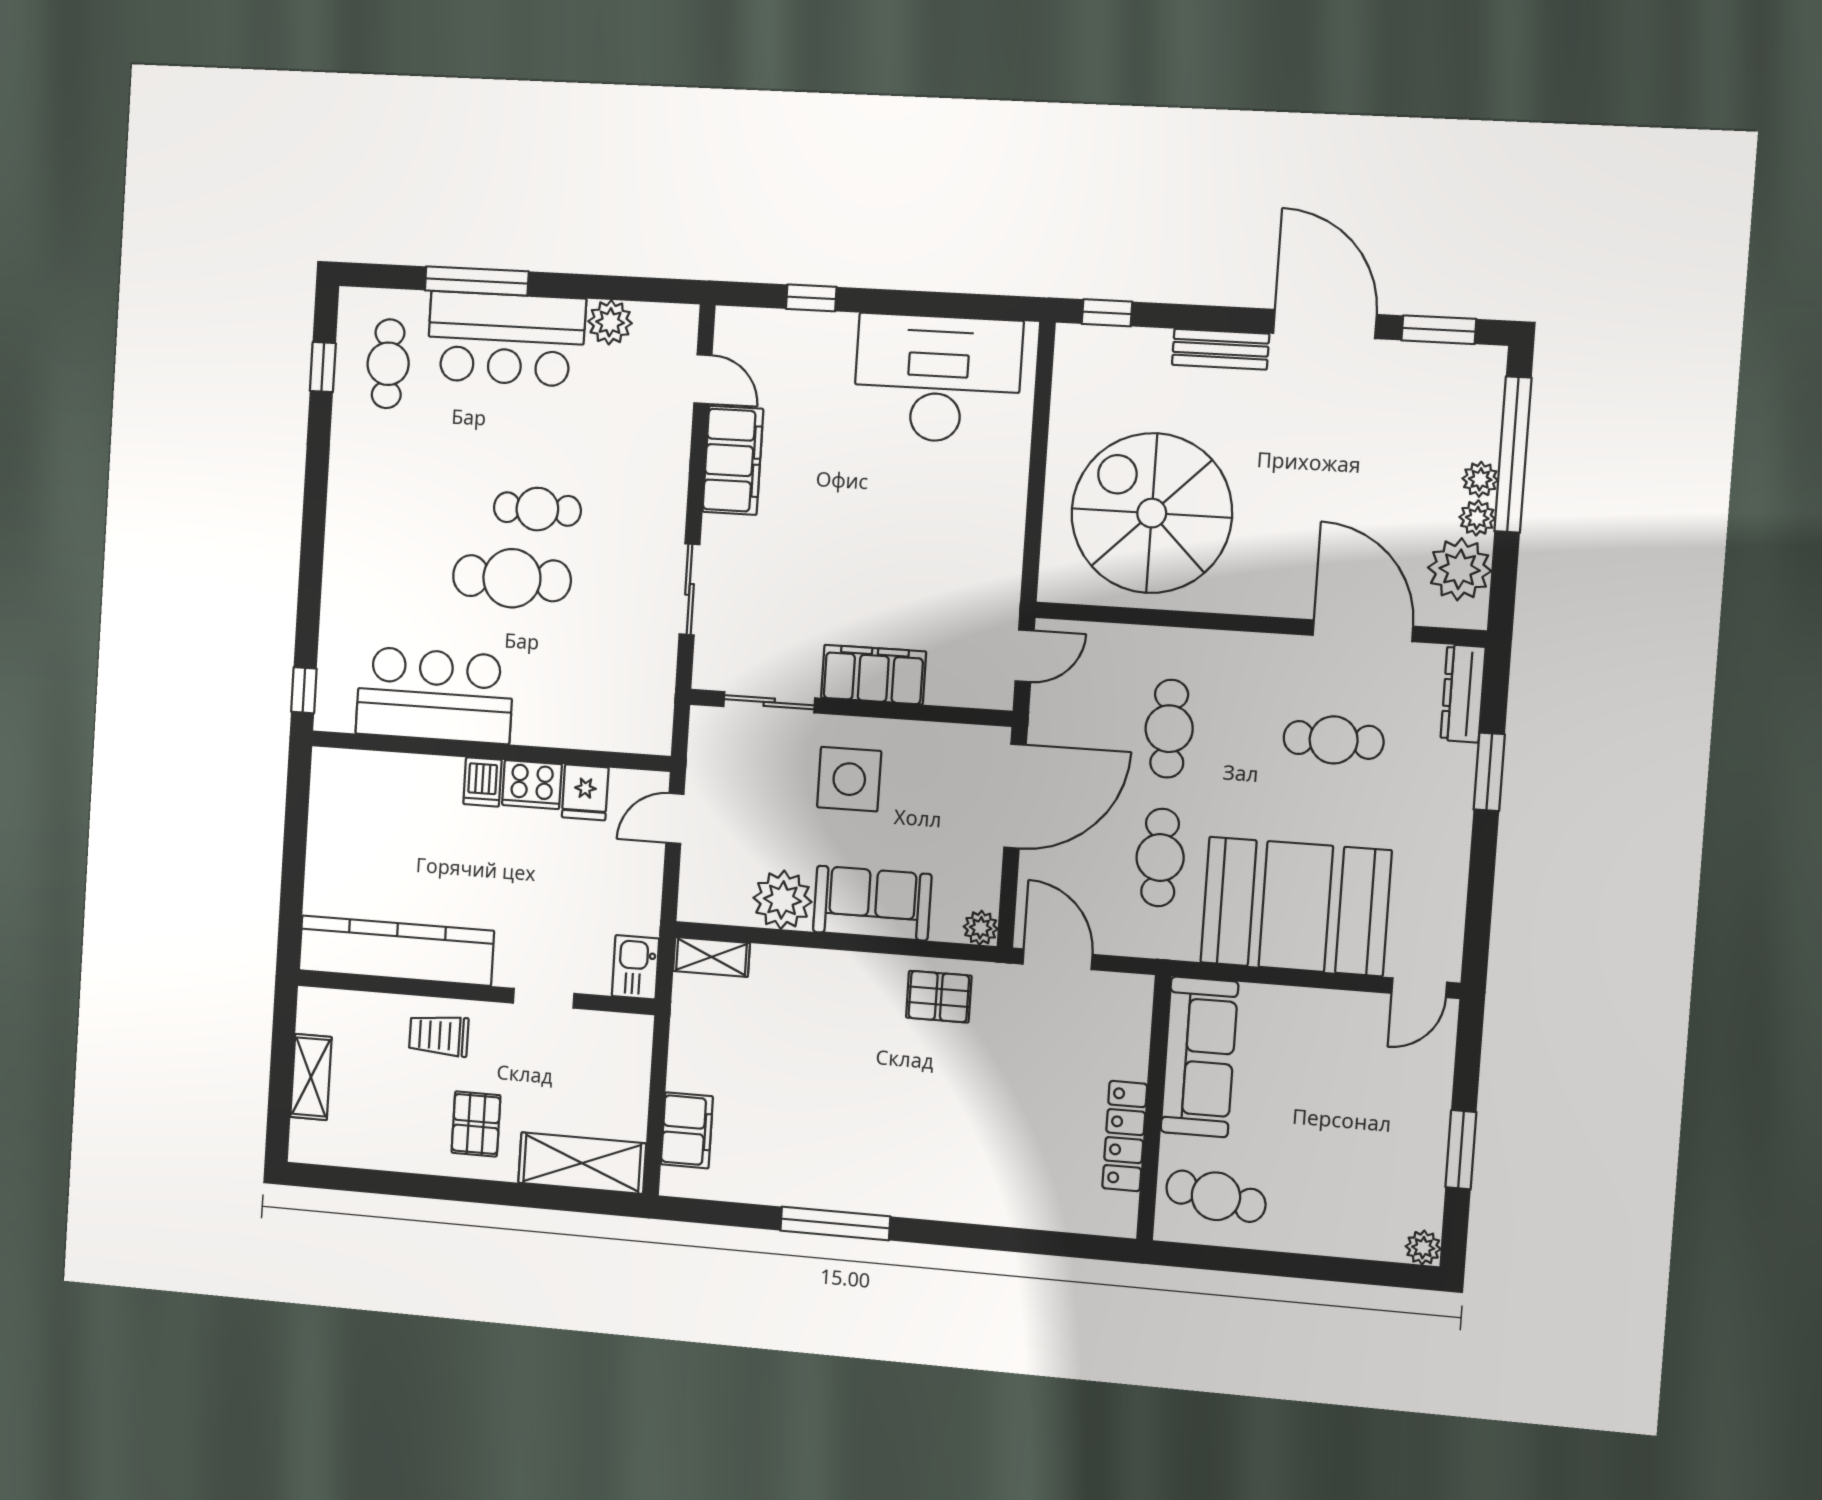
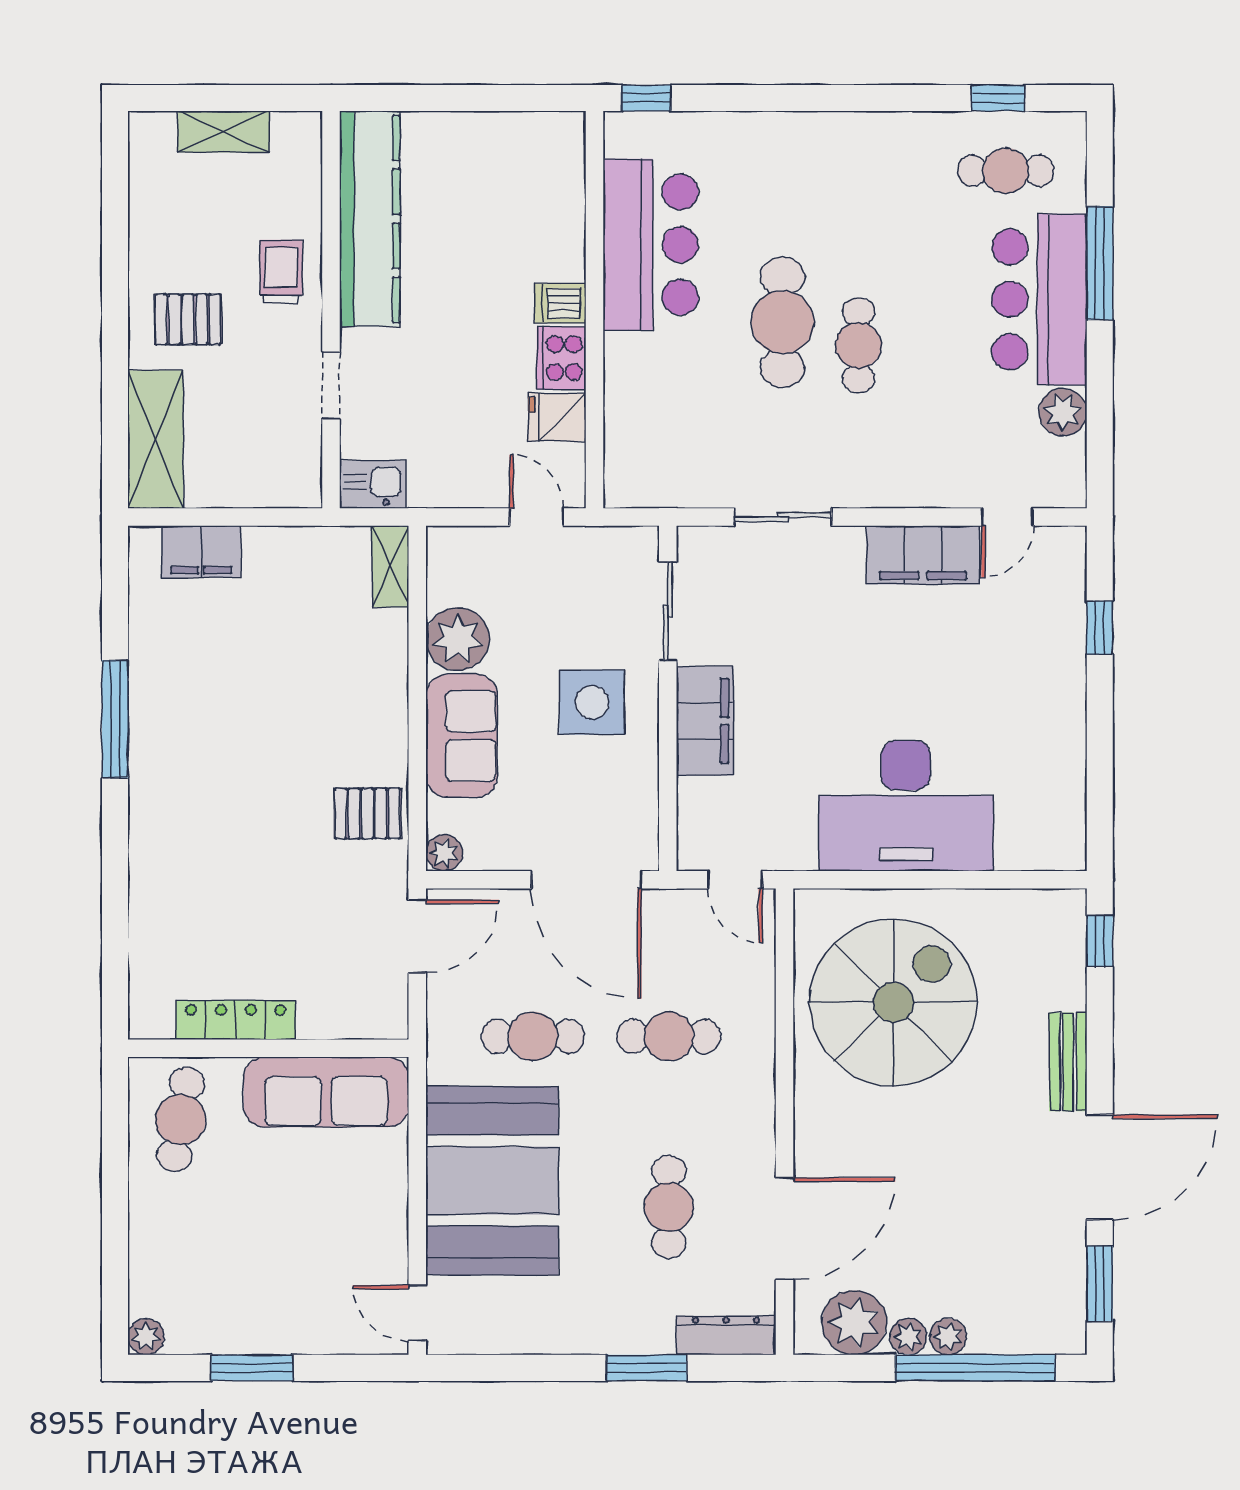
desk: (938, 379) -> (906, 806), moved, turned 90
pallet: (939, 997) -> (367, 813), turned 90

